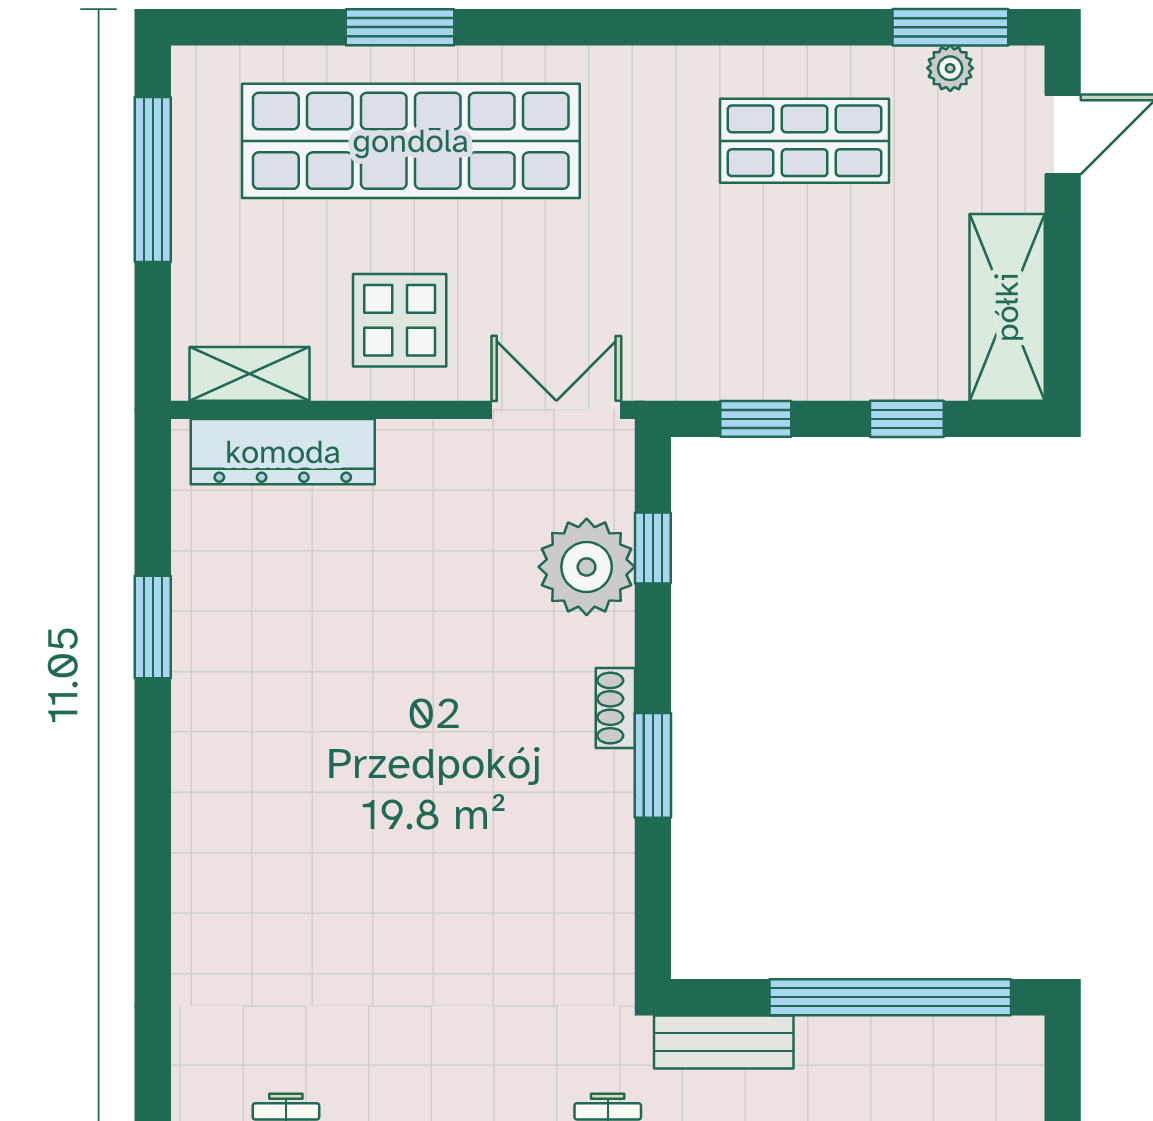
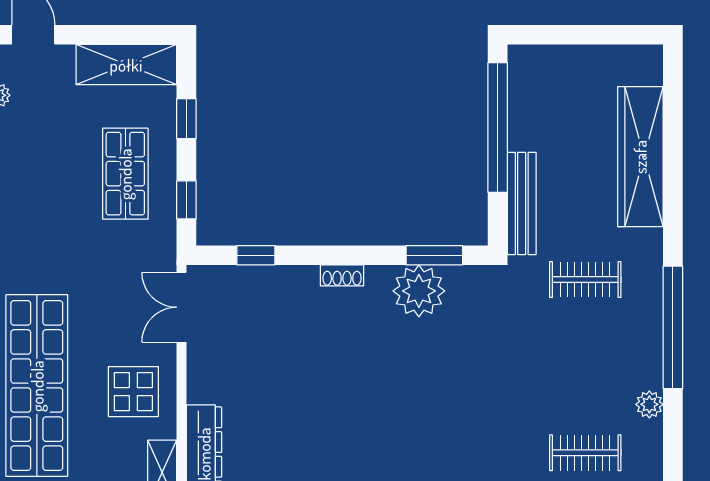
shop shelf: (805, 141) -> (125, 174), moved
plant: (587, 567) -> (419, 291), moved
window: (653, 765) -> (434, 255), moved
bench: (724, 1042) -> (522, 203), width x1.36

